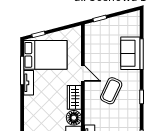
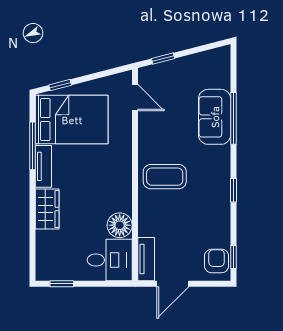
door: (83, 74) -> (135, 98), moved
coffee table: (111, 91) -> (165, 177), moved, turned 65
wardrobe: (74, 97) -> (47, 209), moved, turned 180

